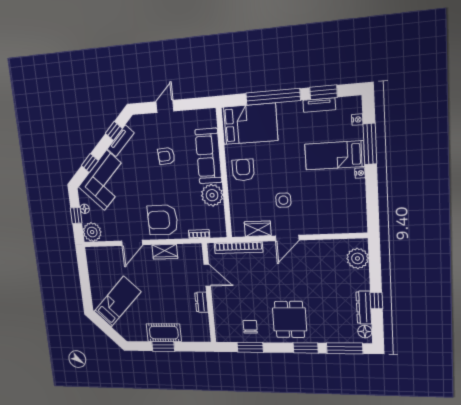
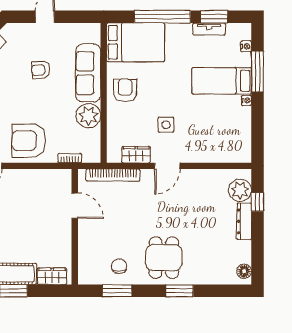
wardrobe: (165, 252) -> (52, 276), moved, turned 180
window: (376, 301) -> (257, 202), moved
dresser: (201, 302) -> (65, 237), removed
dresser: (364, 308) -> (244, 221), moved
window: (345, 348) -> (222, 291), removed

